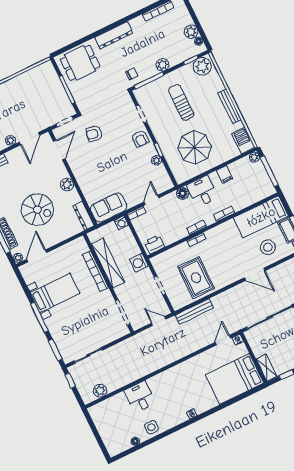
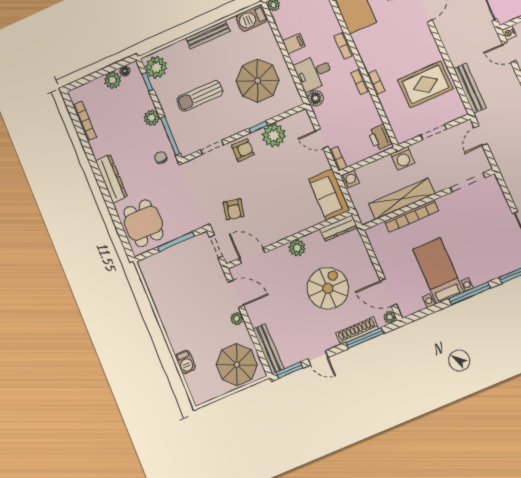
plant: (156, 160) -> (274, 135), width x1.87, depth x1.87

